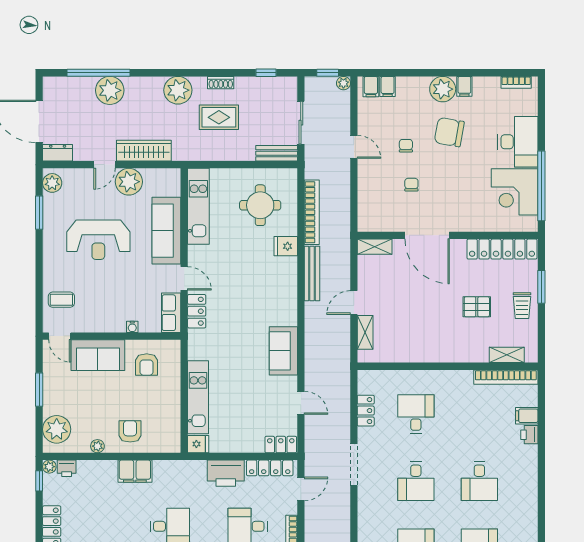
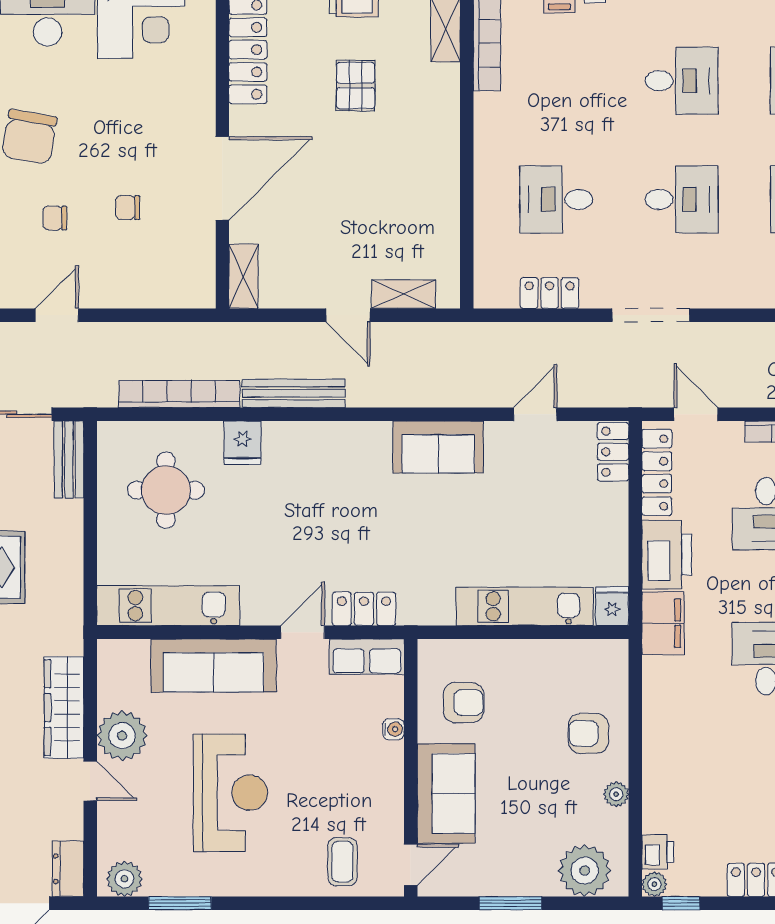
filing cabinet: (135, 471) -> (663, 623), moved

